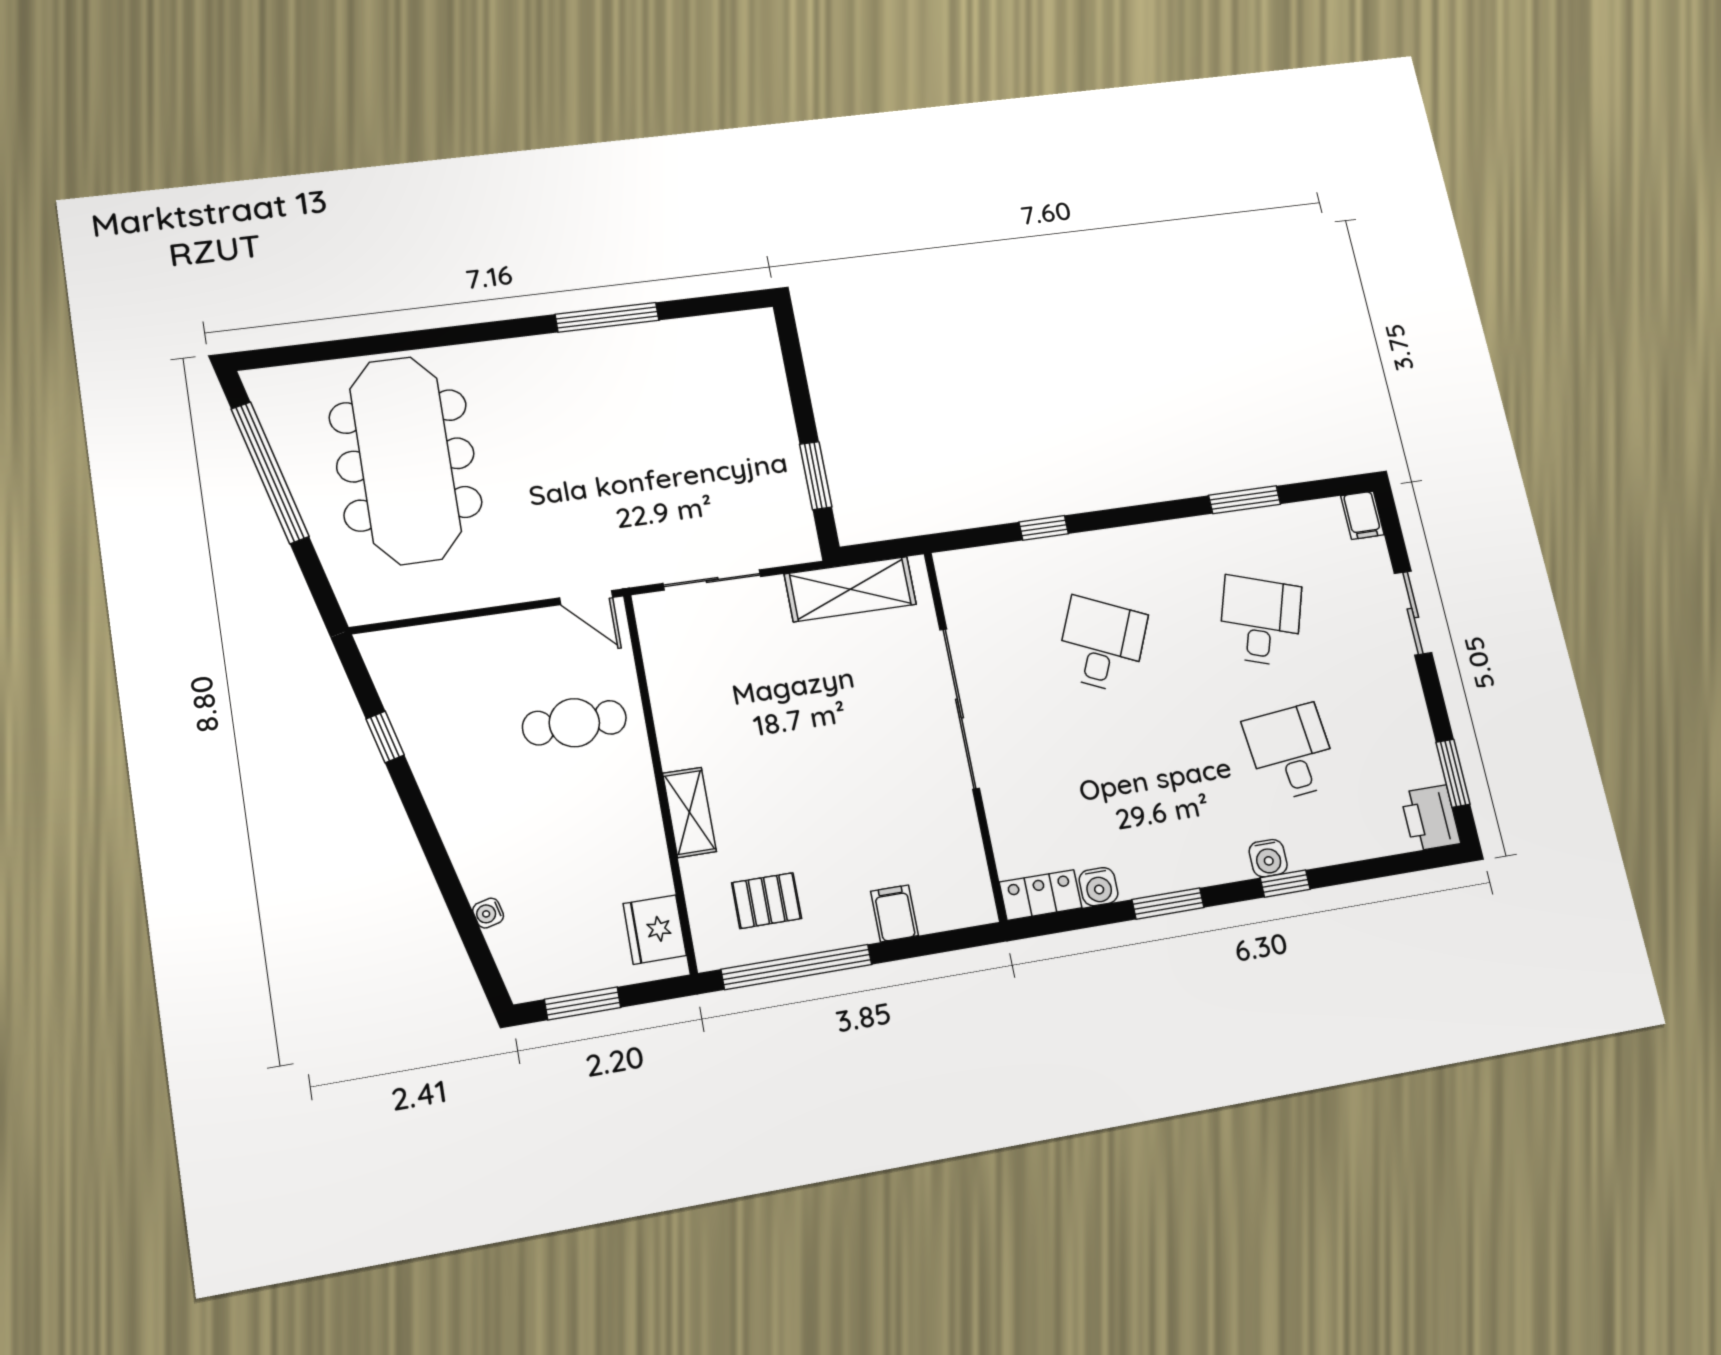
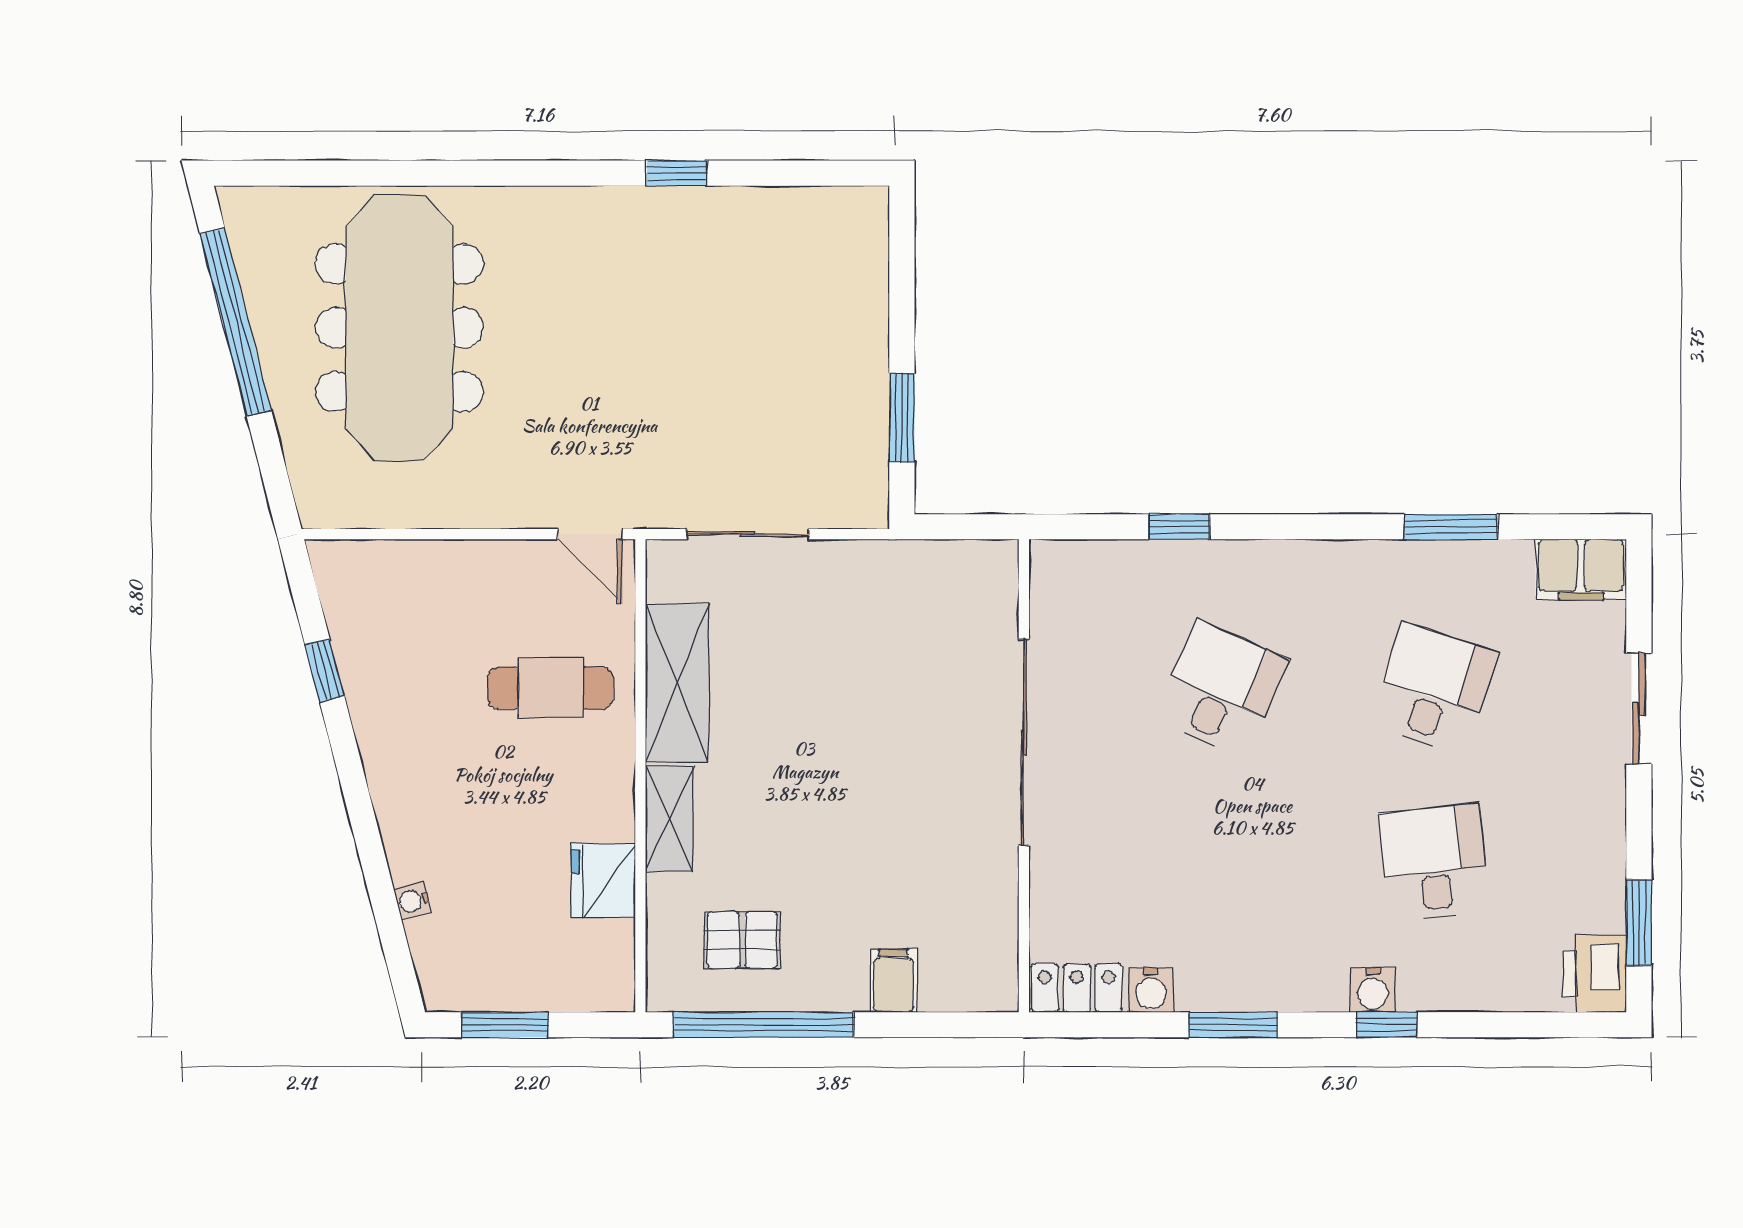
window: (607, 317) -> (677, 173), width x0.46
filing cabinet: (1362, 515) -> (1581, 569), width x2.00
shelving: (850, 589) -> (677, 683), moved, turned 90
fridge: (655, 930) -> (604, 881), moved

